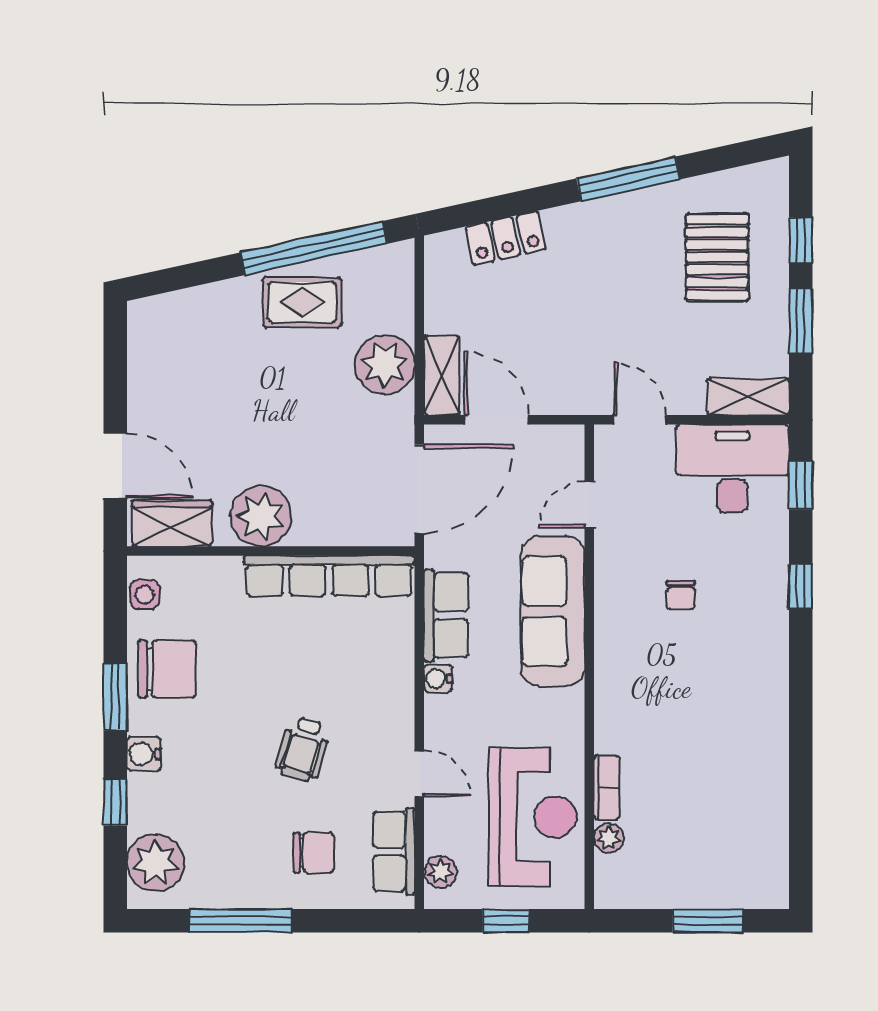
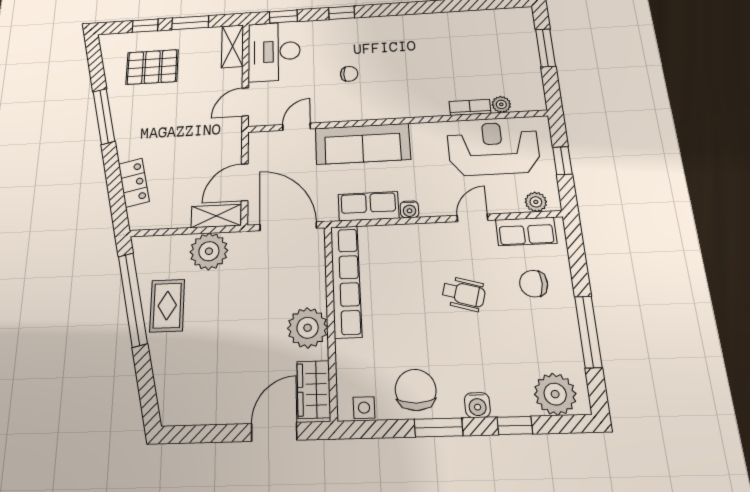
door: (589, 505) -> (296, 127), swing flipped
chair: (314, 853) -> (534, 284), turned -88

